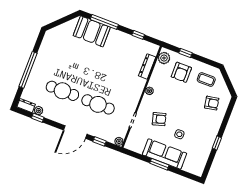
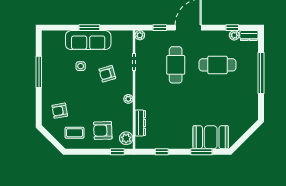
window: (104, 22) -> (201, 152), width x0.69
window: (186, 53) -> (117, 152), moved
armchair: (181, 72) -> (103, 130), turned -92
cafe table: (98, 104) -> (176, 65), turned 90
window: (217, 143) -> (39, 72), width x2.17

